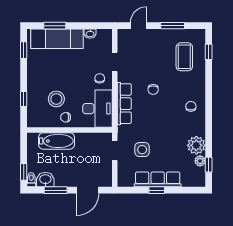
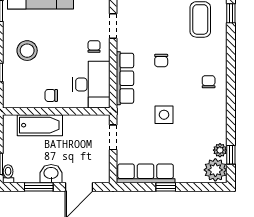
stool: (56, 99) -> (27, 51), moved
plant: (196, 145) -> (215, 170), moved
side table: (142, 150) -> (164, 115), moved
row of seats: (158, 179) -> (146, 173), moved
washbasin: (45, 180) -> (51, 174), moved

